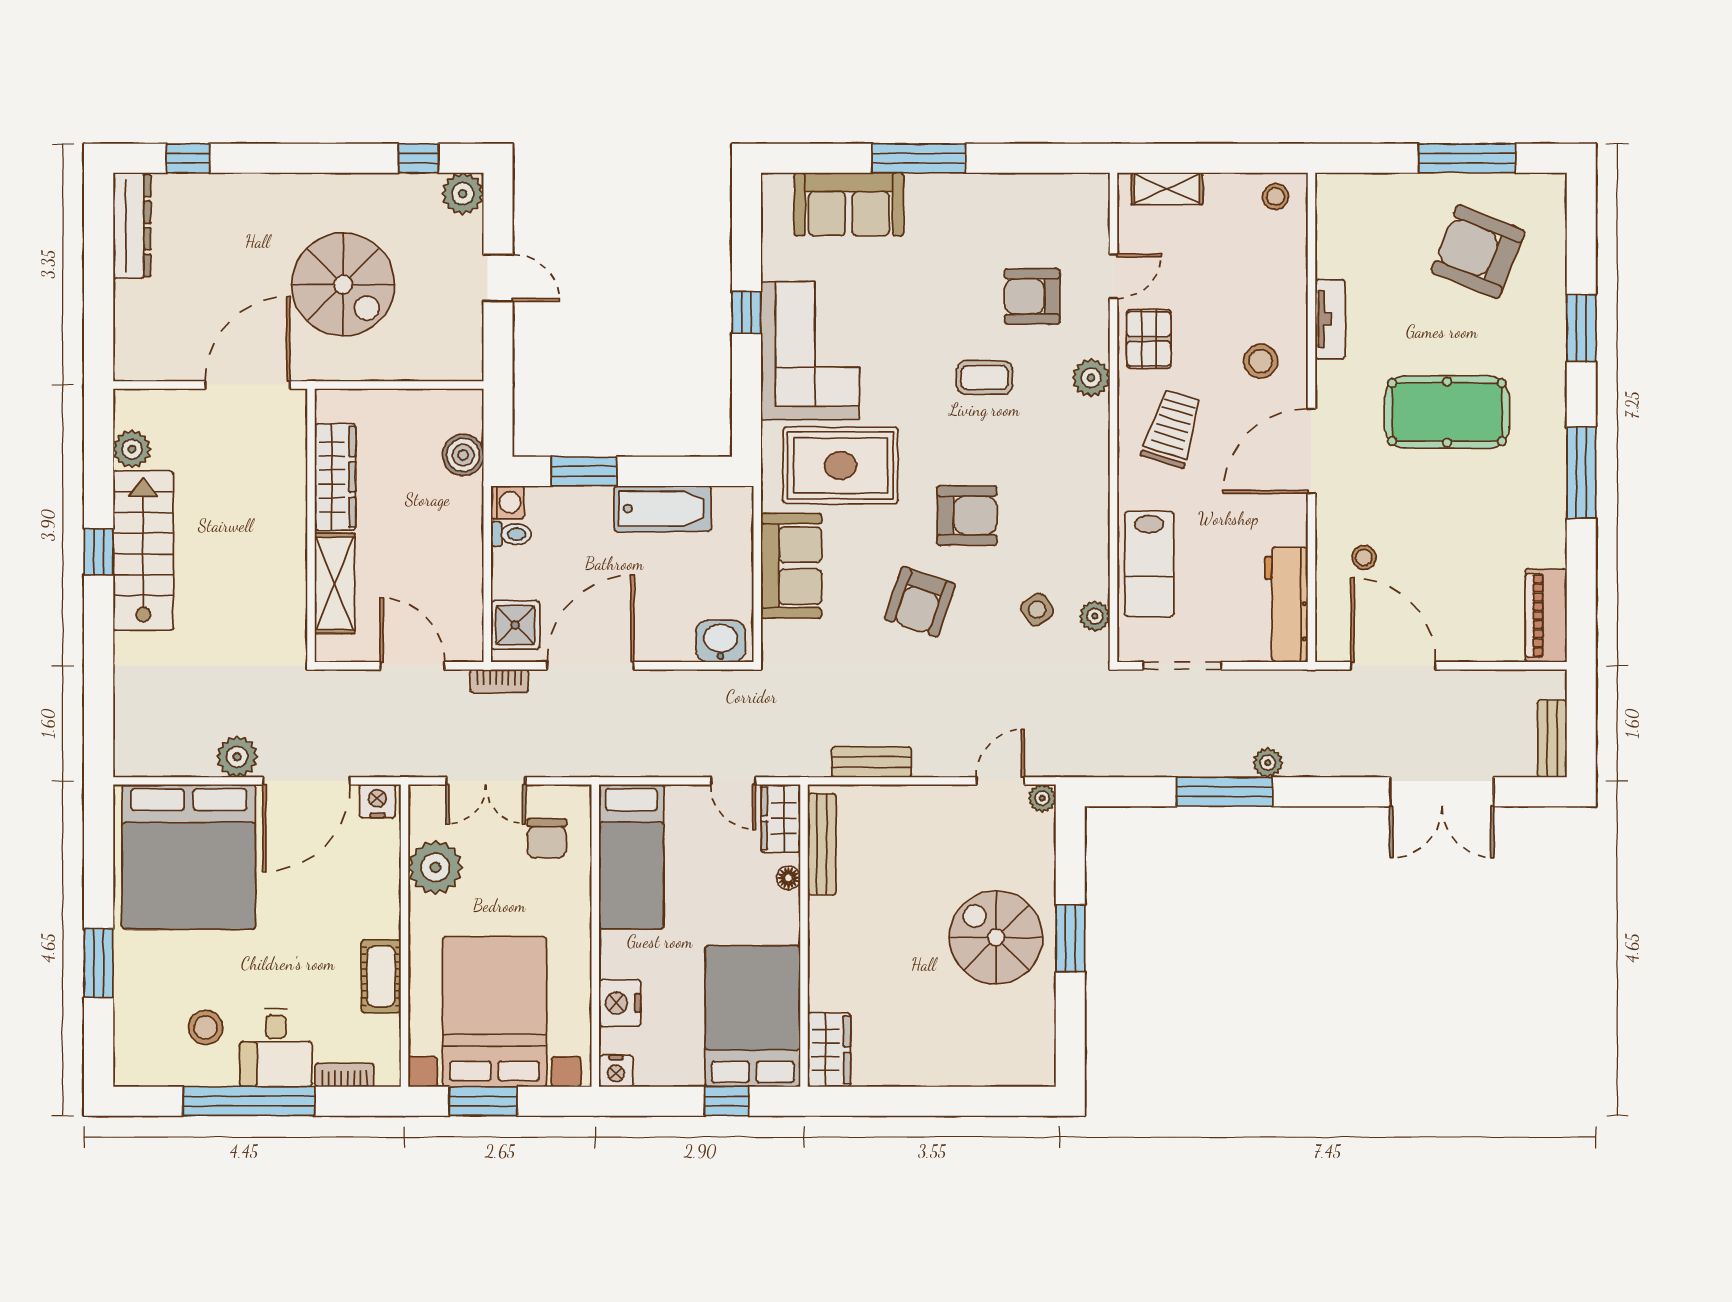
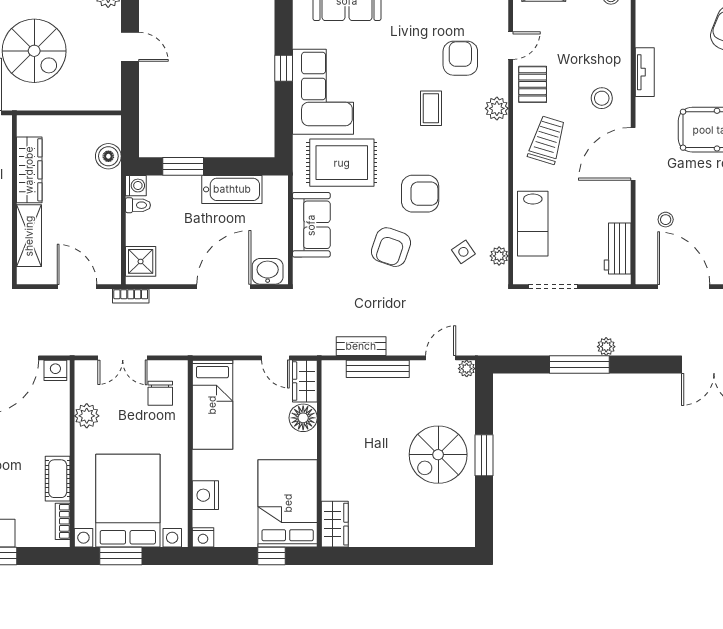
armchair: (1032, 296) -> (460, 58), turned 90
coffee table: (985, 378) -> (431, 108), turned 90
workbench: (1286, 604) -> (618, 249), width x0.73
door: (590, 666) -> (224, 287), moved
bench: (822, 844) -> (378, 369), moved, turned 90
plant: (435, 867) -> (87, 416), width x0.73, depth x0.73
floor lamp: (788, 878) -> (303, 418), width x1.89, depth x1.89
spiral stairs: (996, 937) -> (438, 455), turned -90
bookcase: (344, 1075) -> (63, 521), moved, turned -90

